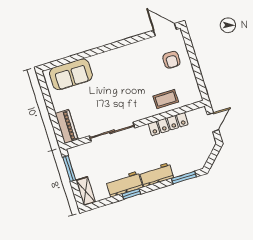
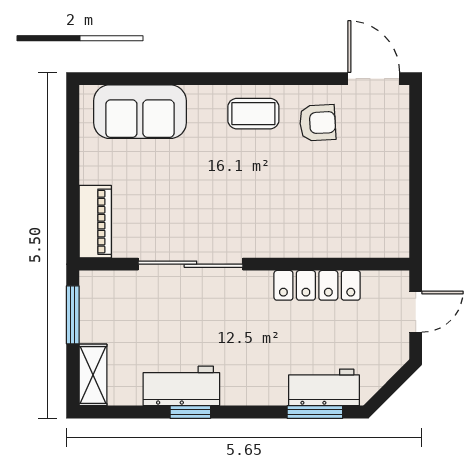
armchair: (171, 60) -> (318, 123), moved, turned -93
coffee table: (166, 99) -> (253, 114), moved
workbench: (156, 175) -> (324, 387), moved

